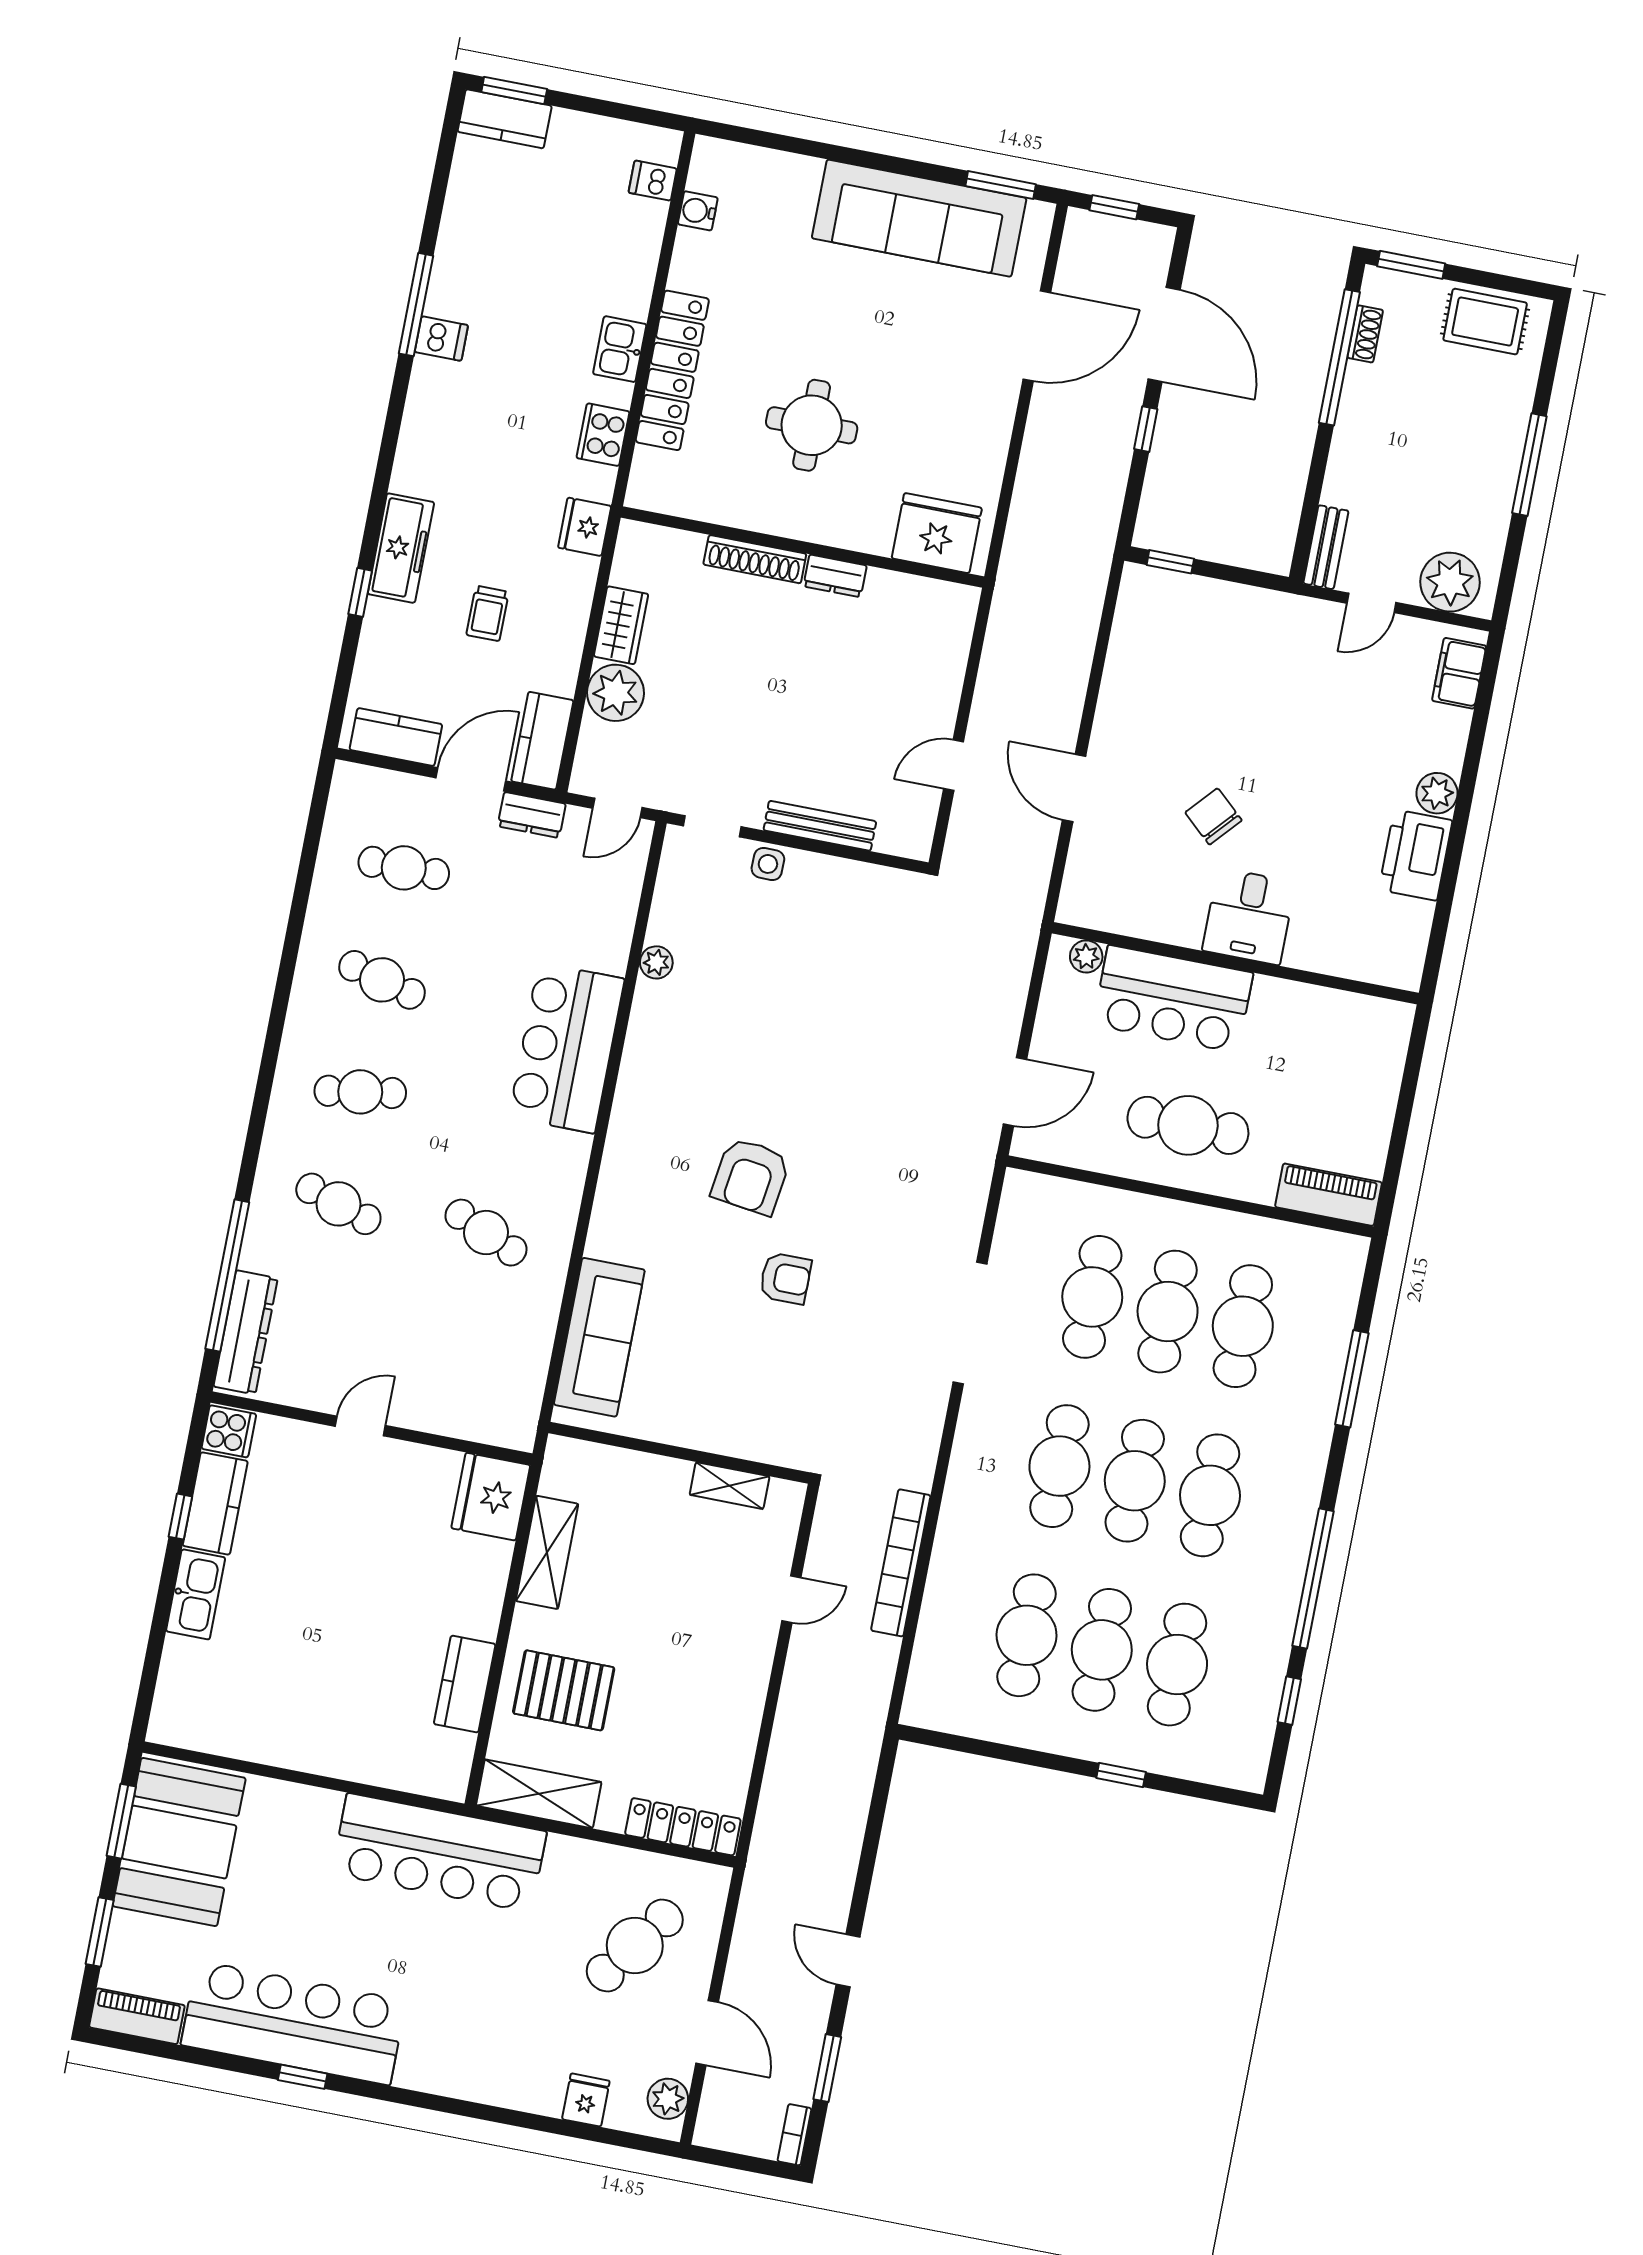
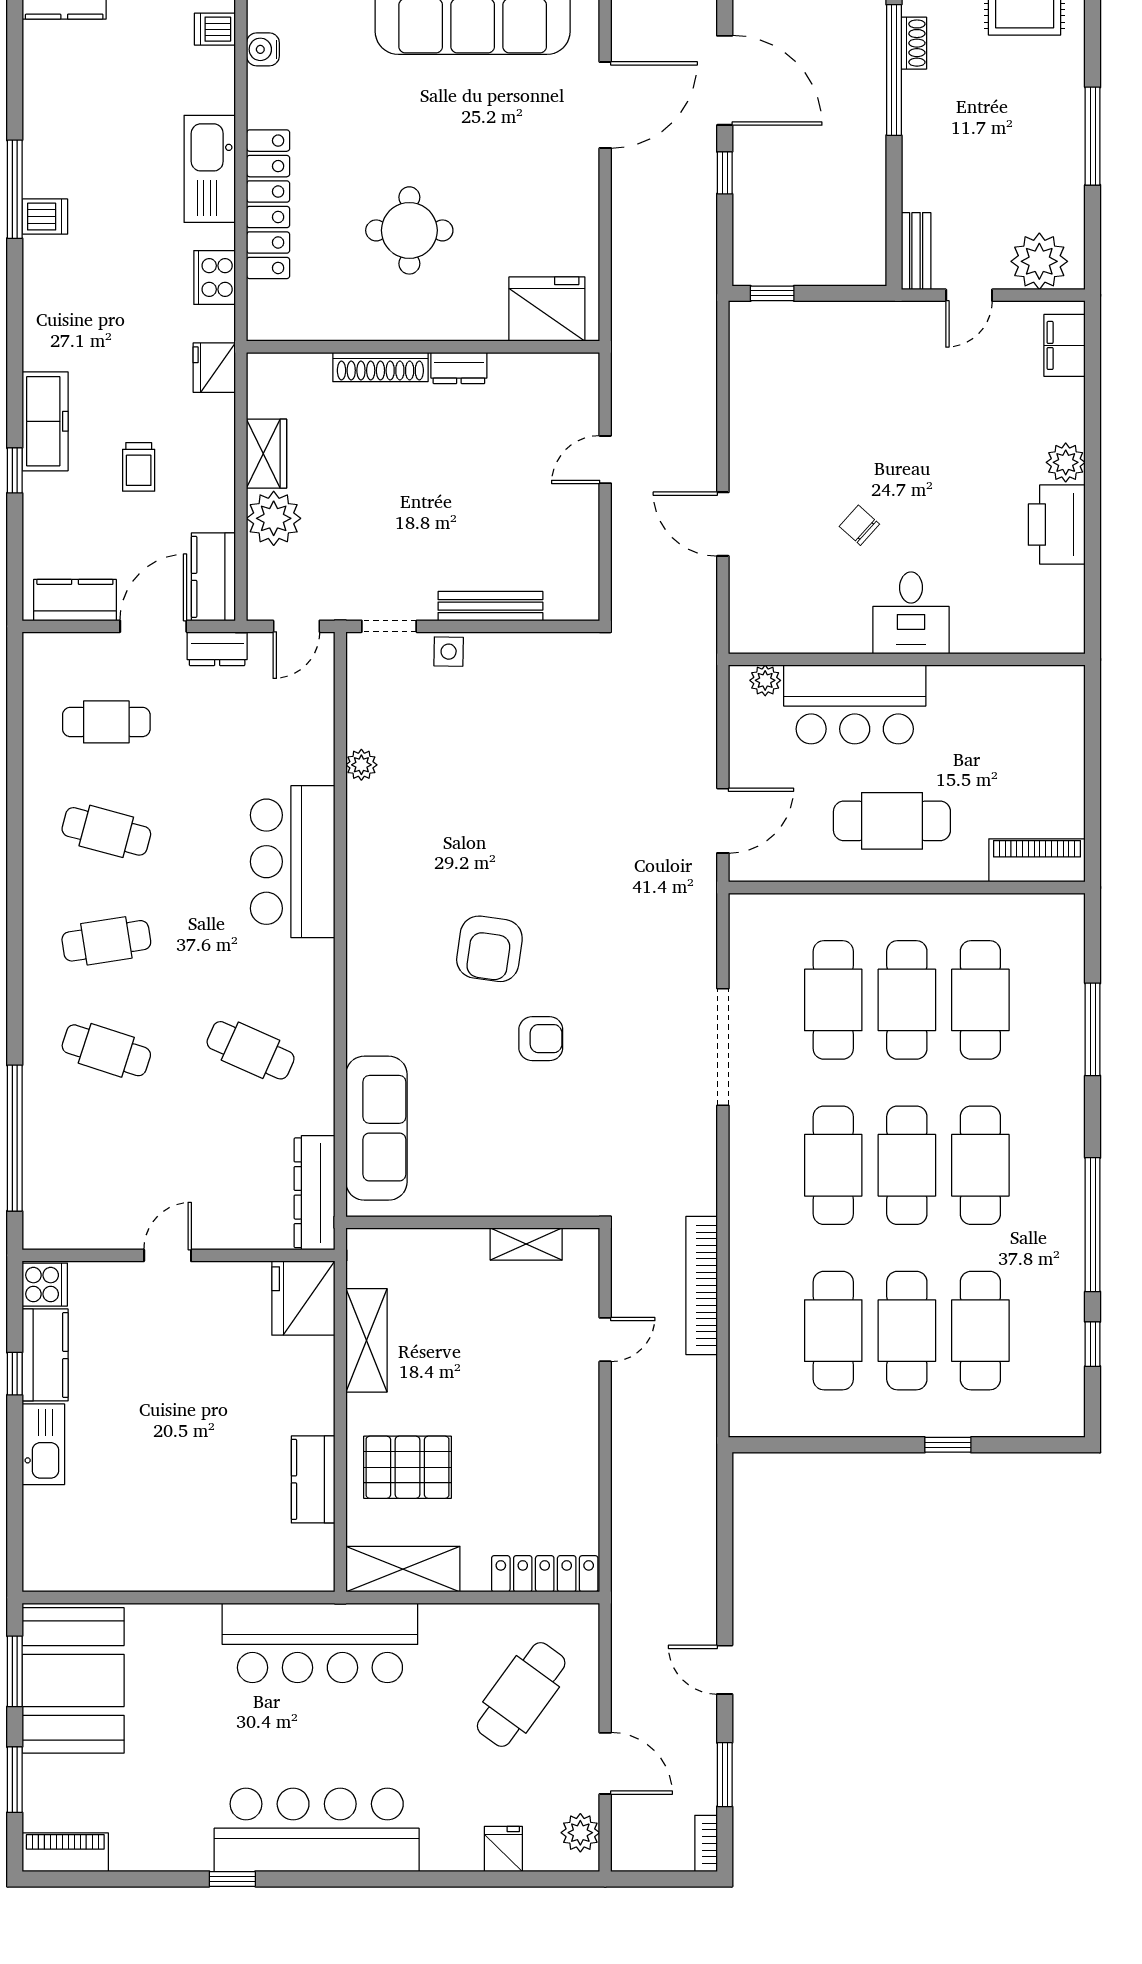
kitchen sink: (620, 349) -> (210, 169), width x1.88, depth x1.24
door: (953, 765) -> (605, 460), moved
chair: (1213, 816) -> (859, 525), width x0.73, depth x0.73
dresser: (246, 1332) -> (314, 1193), moved, turned 180
bar counter: (293, 2023) -> (317, 1830), moved

